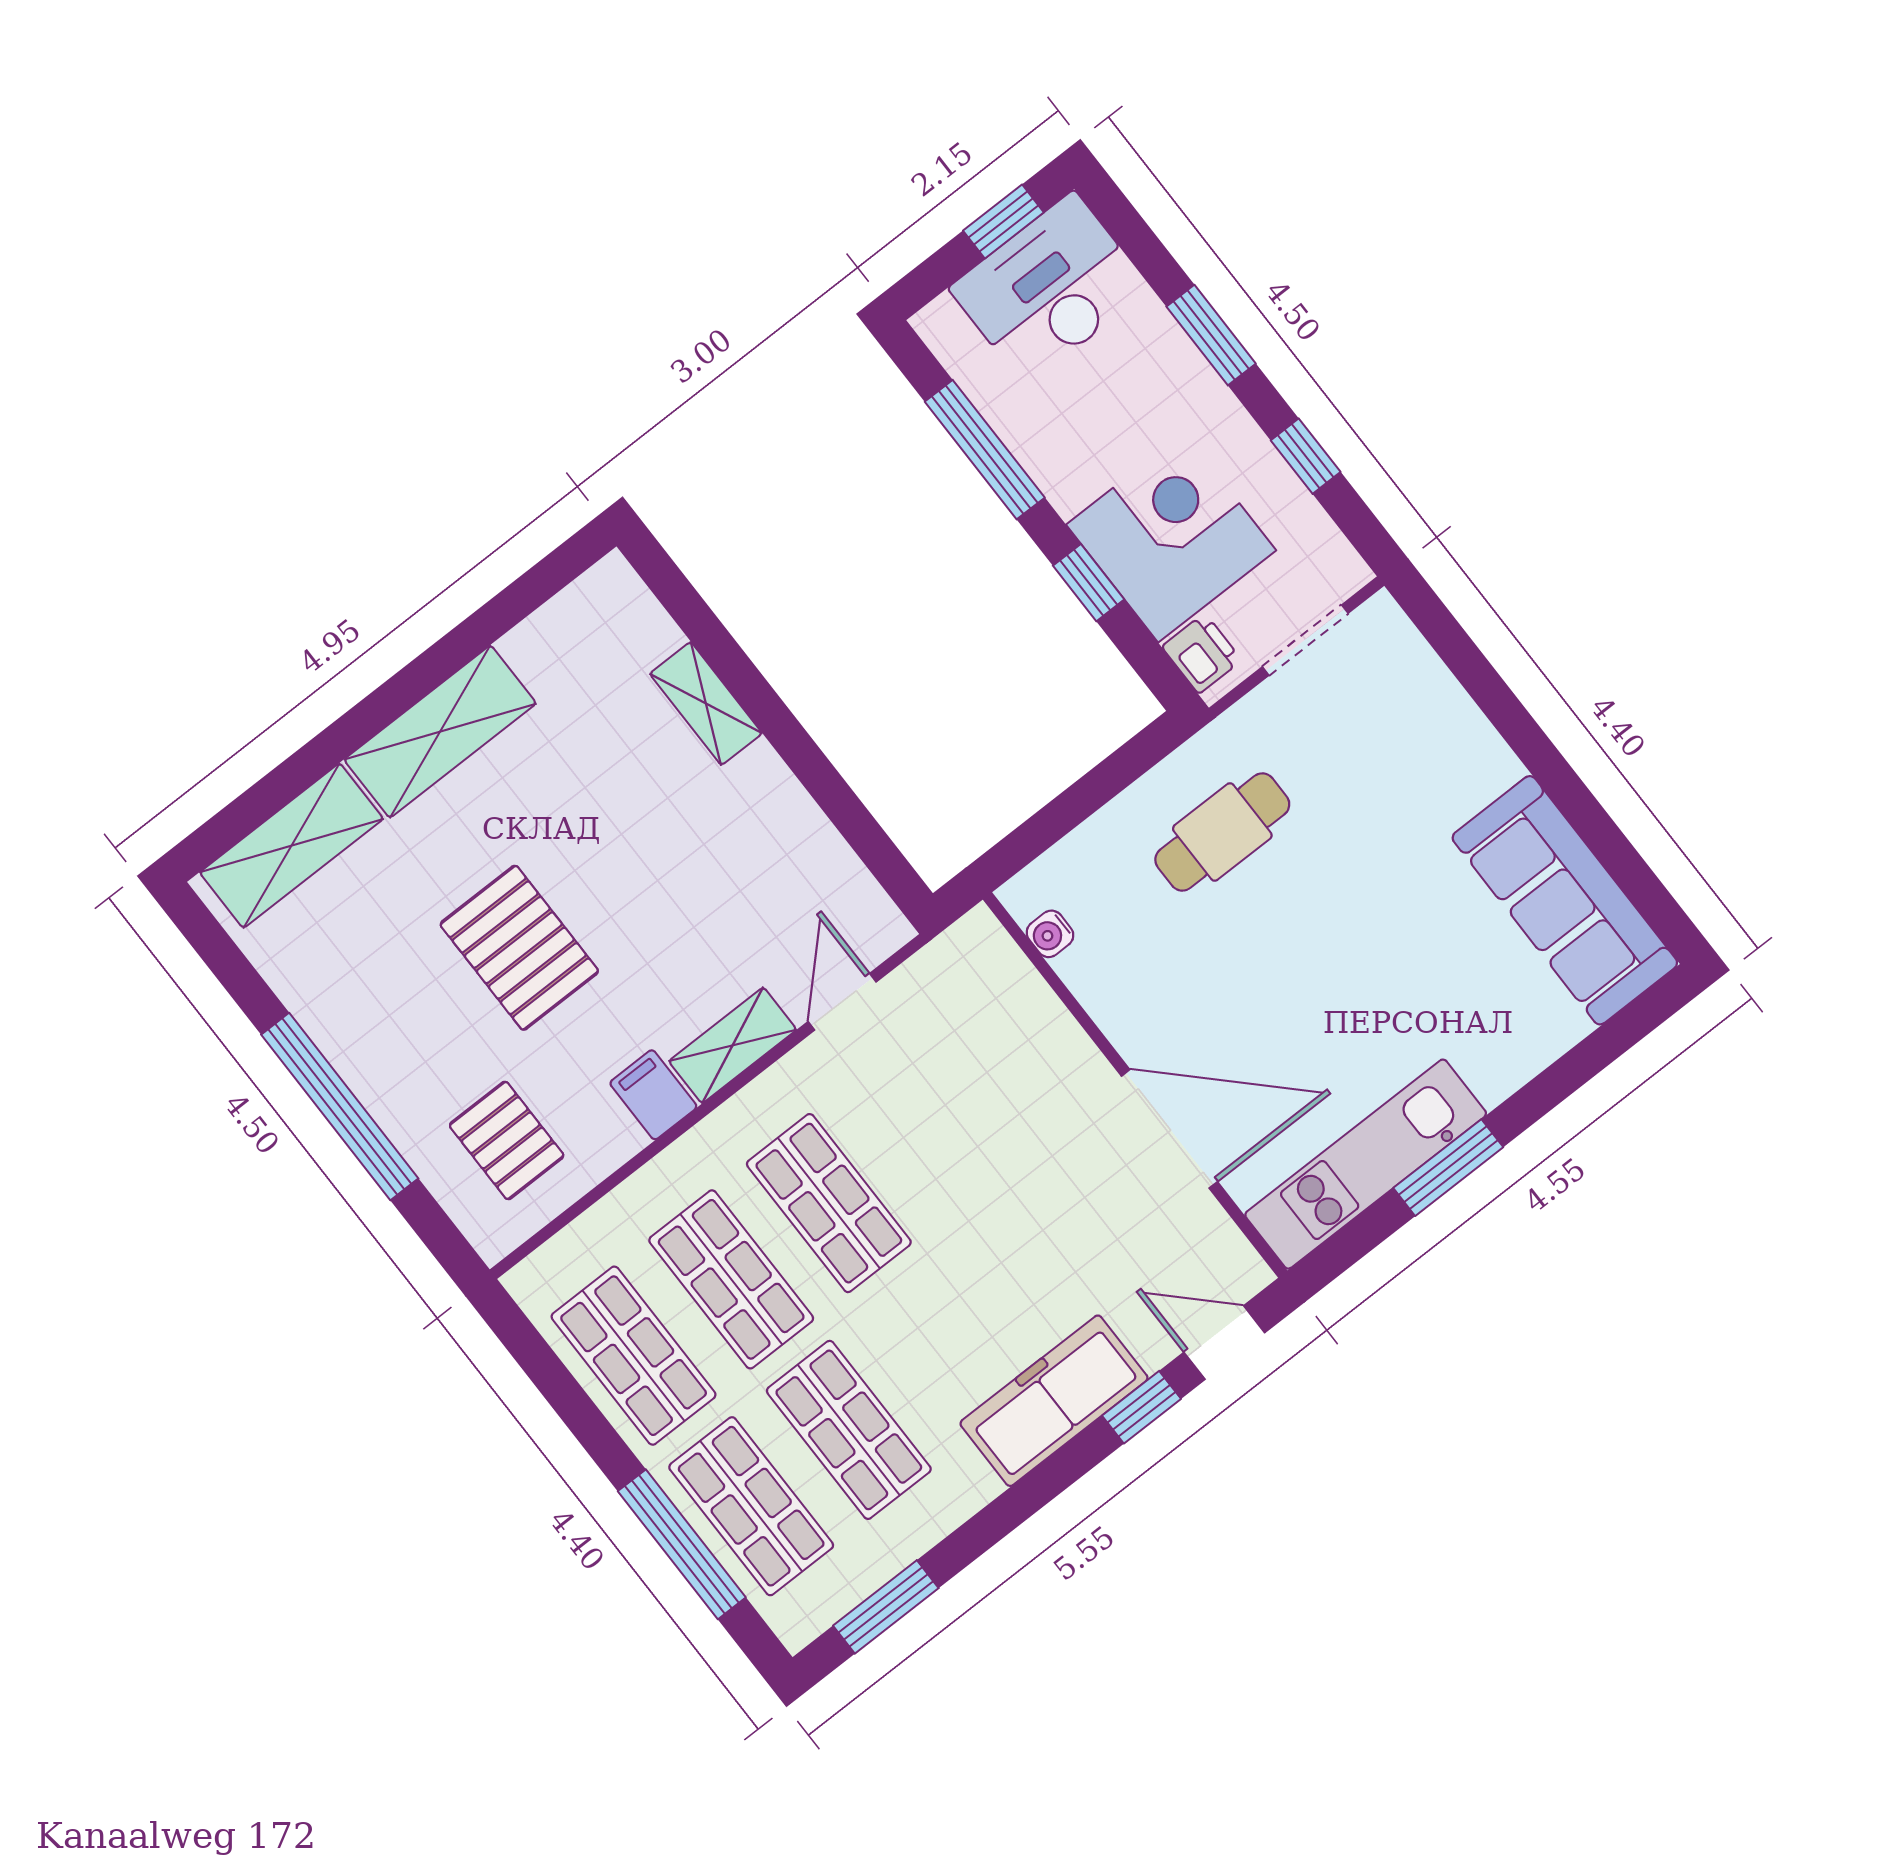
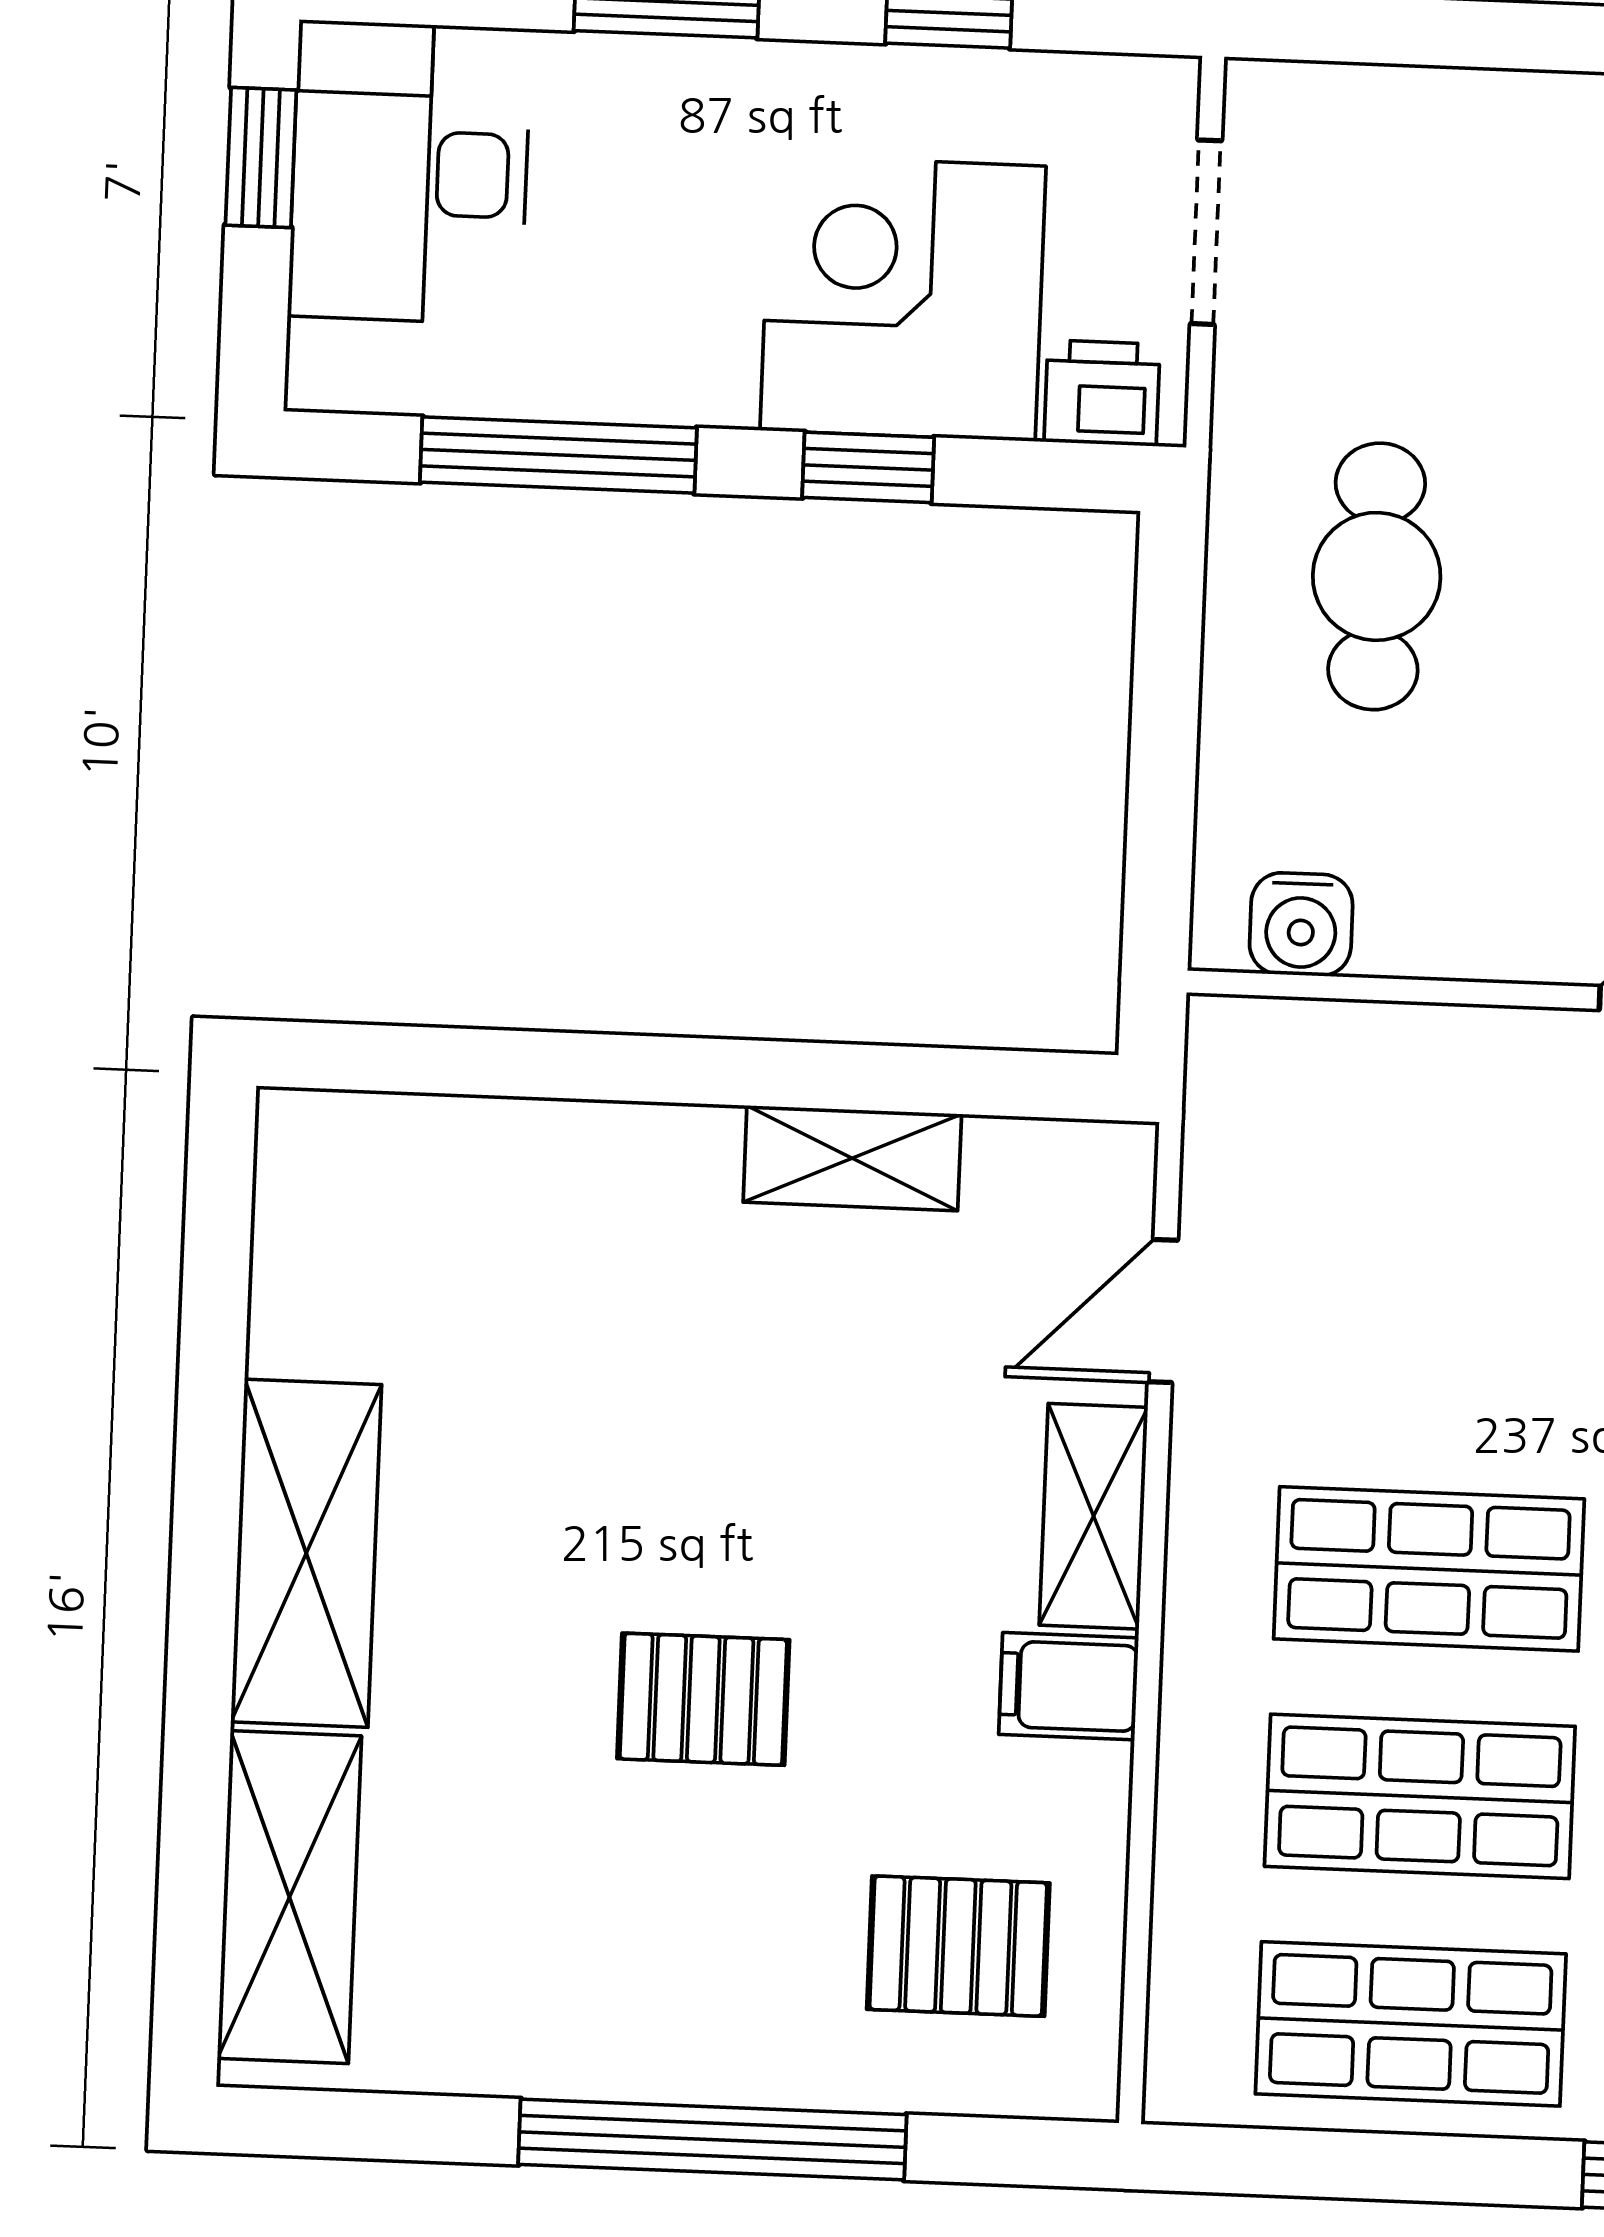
shelving: (706, 703) -> (852, 1158), moved
water cooler: (1050, 934) -> (1301, 924), width x1.38, depth x1.38
pallet: (519, 948) -> (703, 1699), width x0.67, depth x0.71
door: (842, 1002) -> (1163, 1311), hinge flipped

